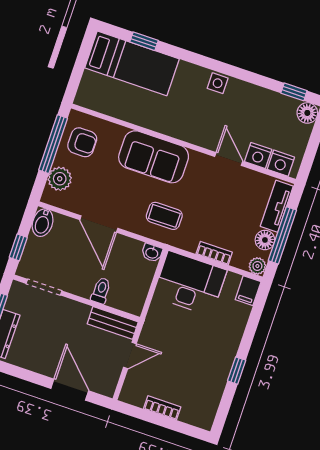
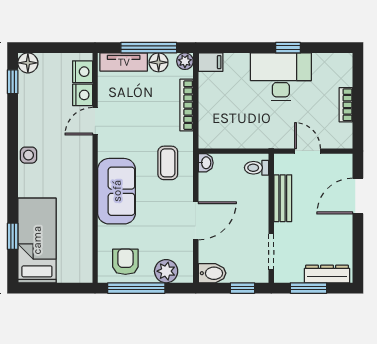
bookcase: (214, 253) -> (187, 105), width x1.56
desk: (190, 283) -> (281, 77), moved, turned 90
toilet: (101, 291) -> (257, 168), moved
bench: (113, 323) -> (283, 198), moved

